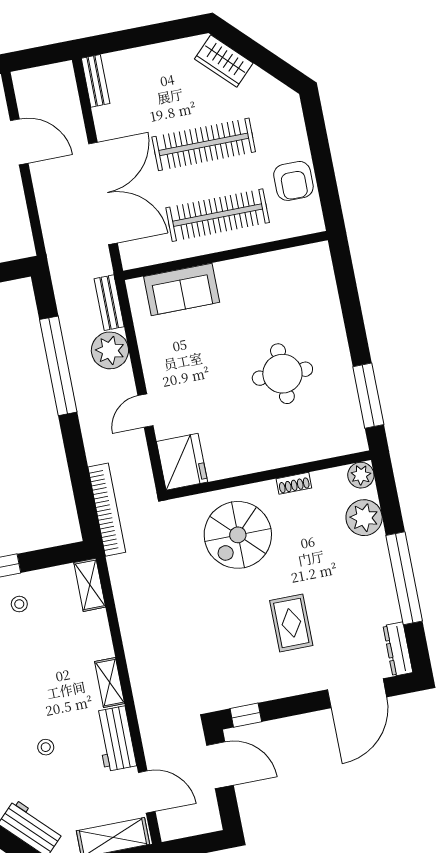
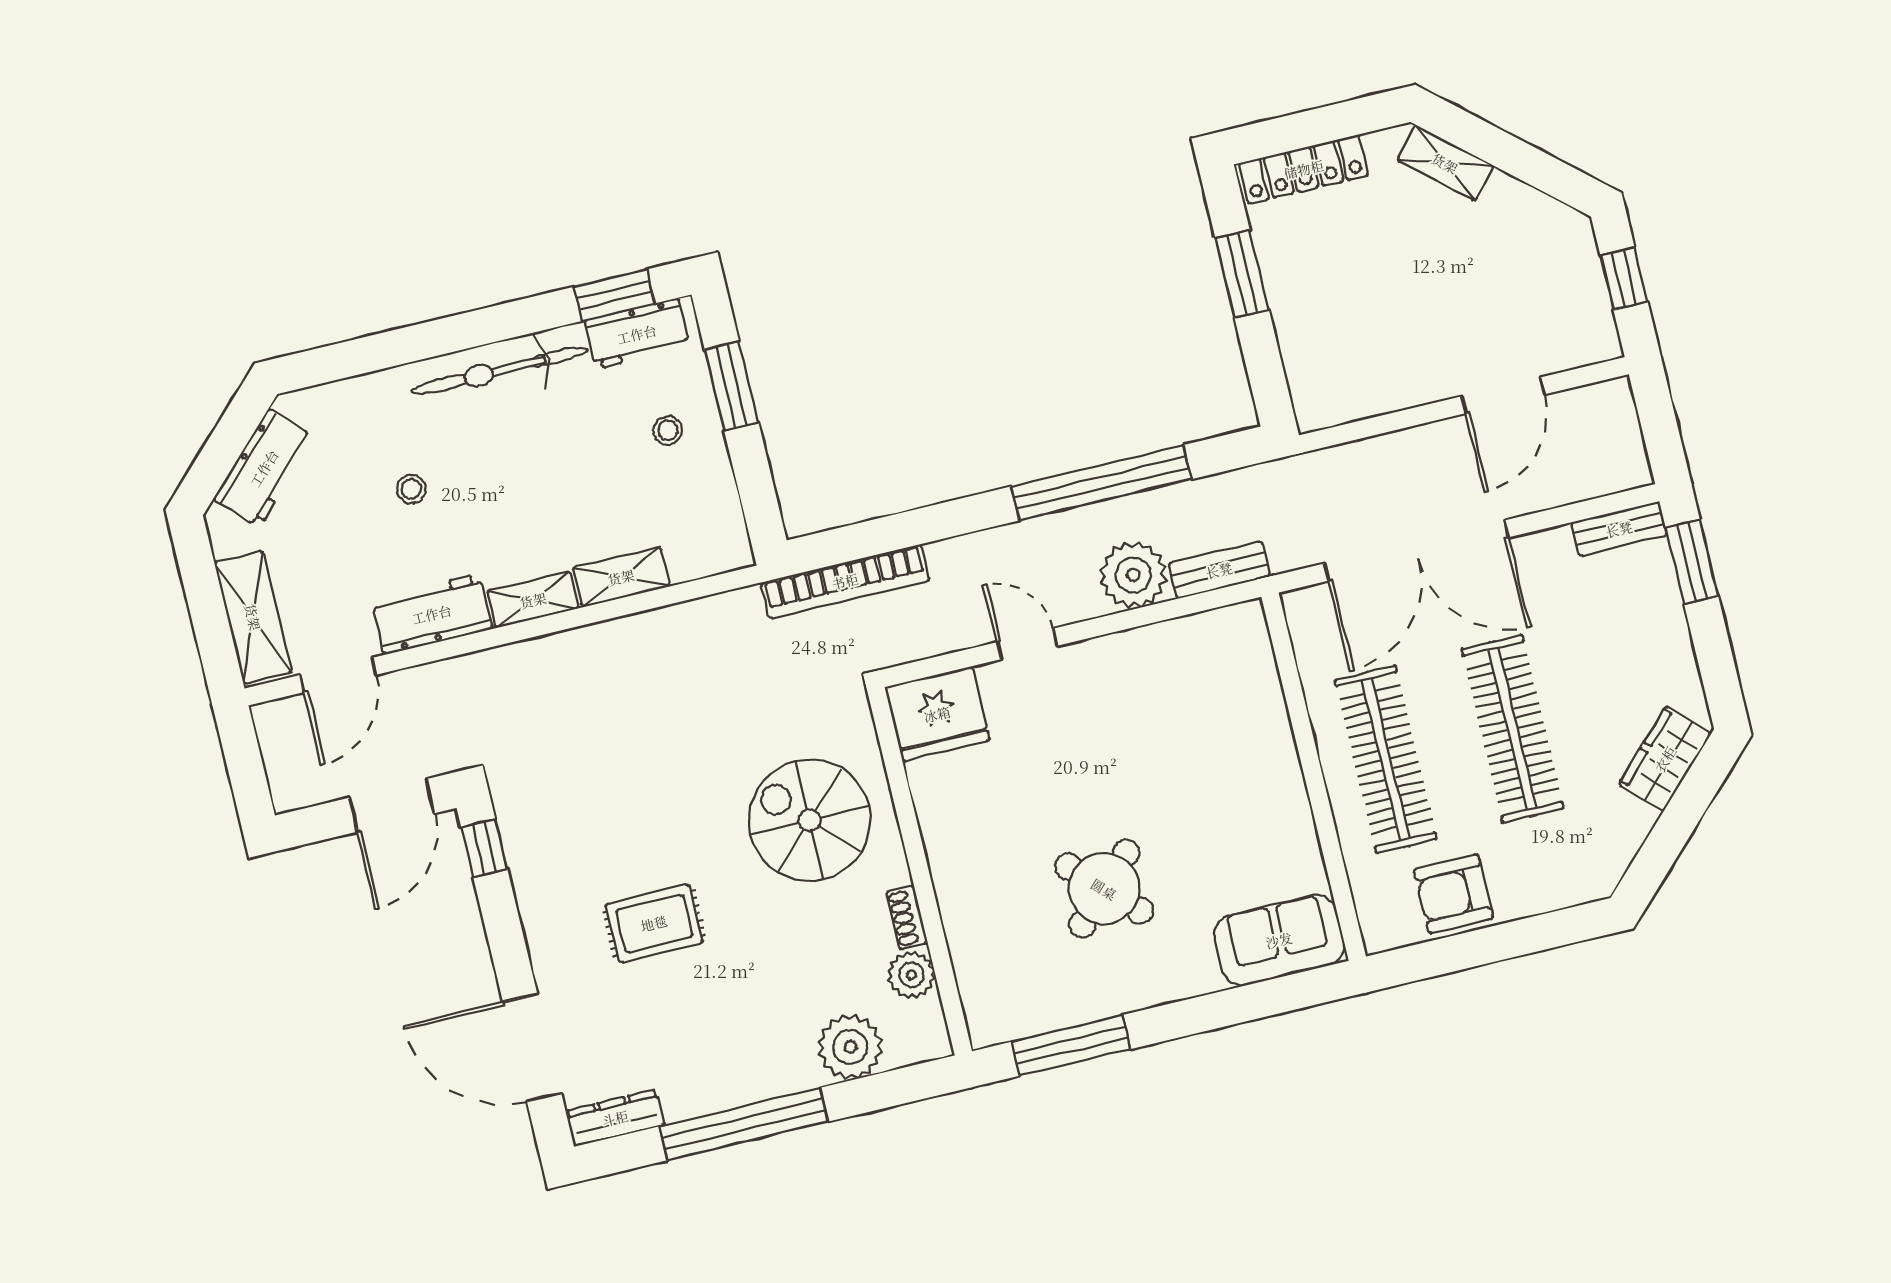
window: (115, 42) -> (1692, 562), added
sofa: (182, 289) -> (1279, 940), moved, turned 90
round table: (282, 374) -> (1104, 889), turned 45
plant: (361, 475) -> (912, 975), moved
shelving: (90, 585) -> (621, 577), moved

